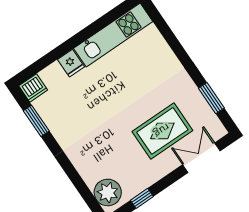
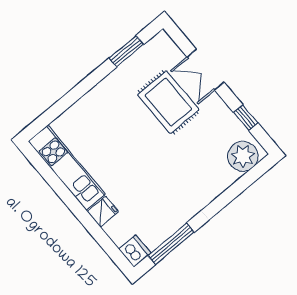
window: (36, 121) -> (171, 244), width x1.44
double door: (201, 158) -> (206, 70), moved

